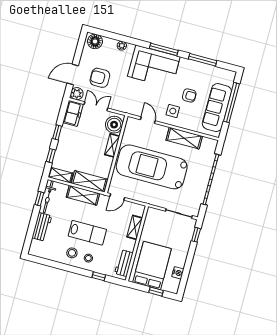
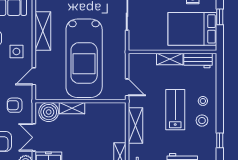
armchair: (128, 97) -> (15, 105), added
shelving: (89, 181) -> (118, 122), removed
shelving: (135, 227) -> (170, 59), moved
window: (99, 276) -> (220, 140), moved

